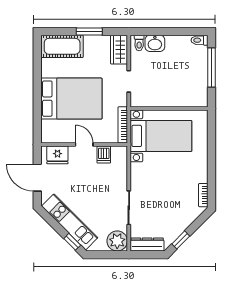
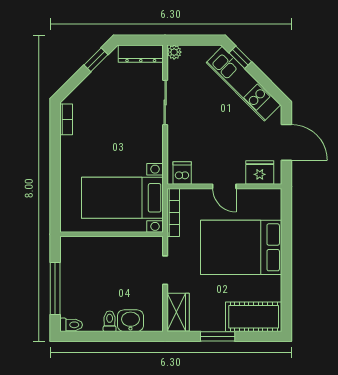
toilet: (139, 43) -> (110, 321), moved
dishwasher: (104, 155) -> (182, 173), moved
plant: (117, 241) -> (174, 52), width x0.53, depth x0.53

